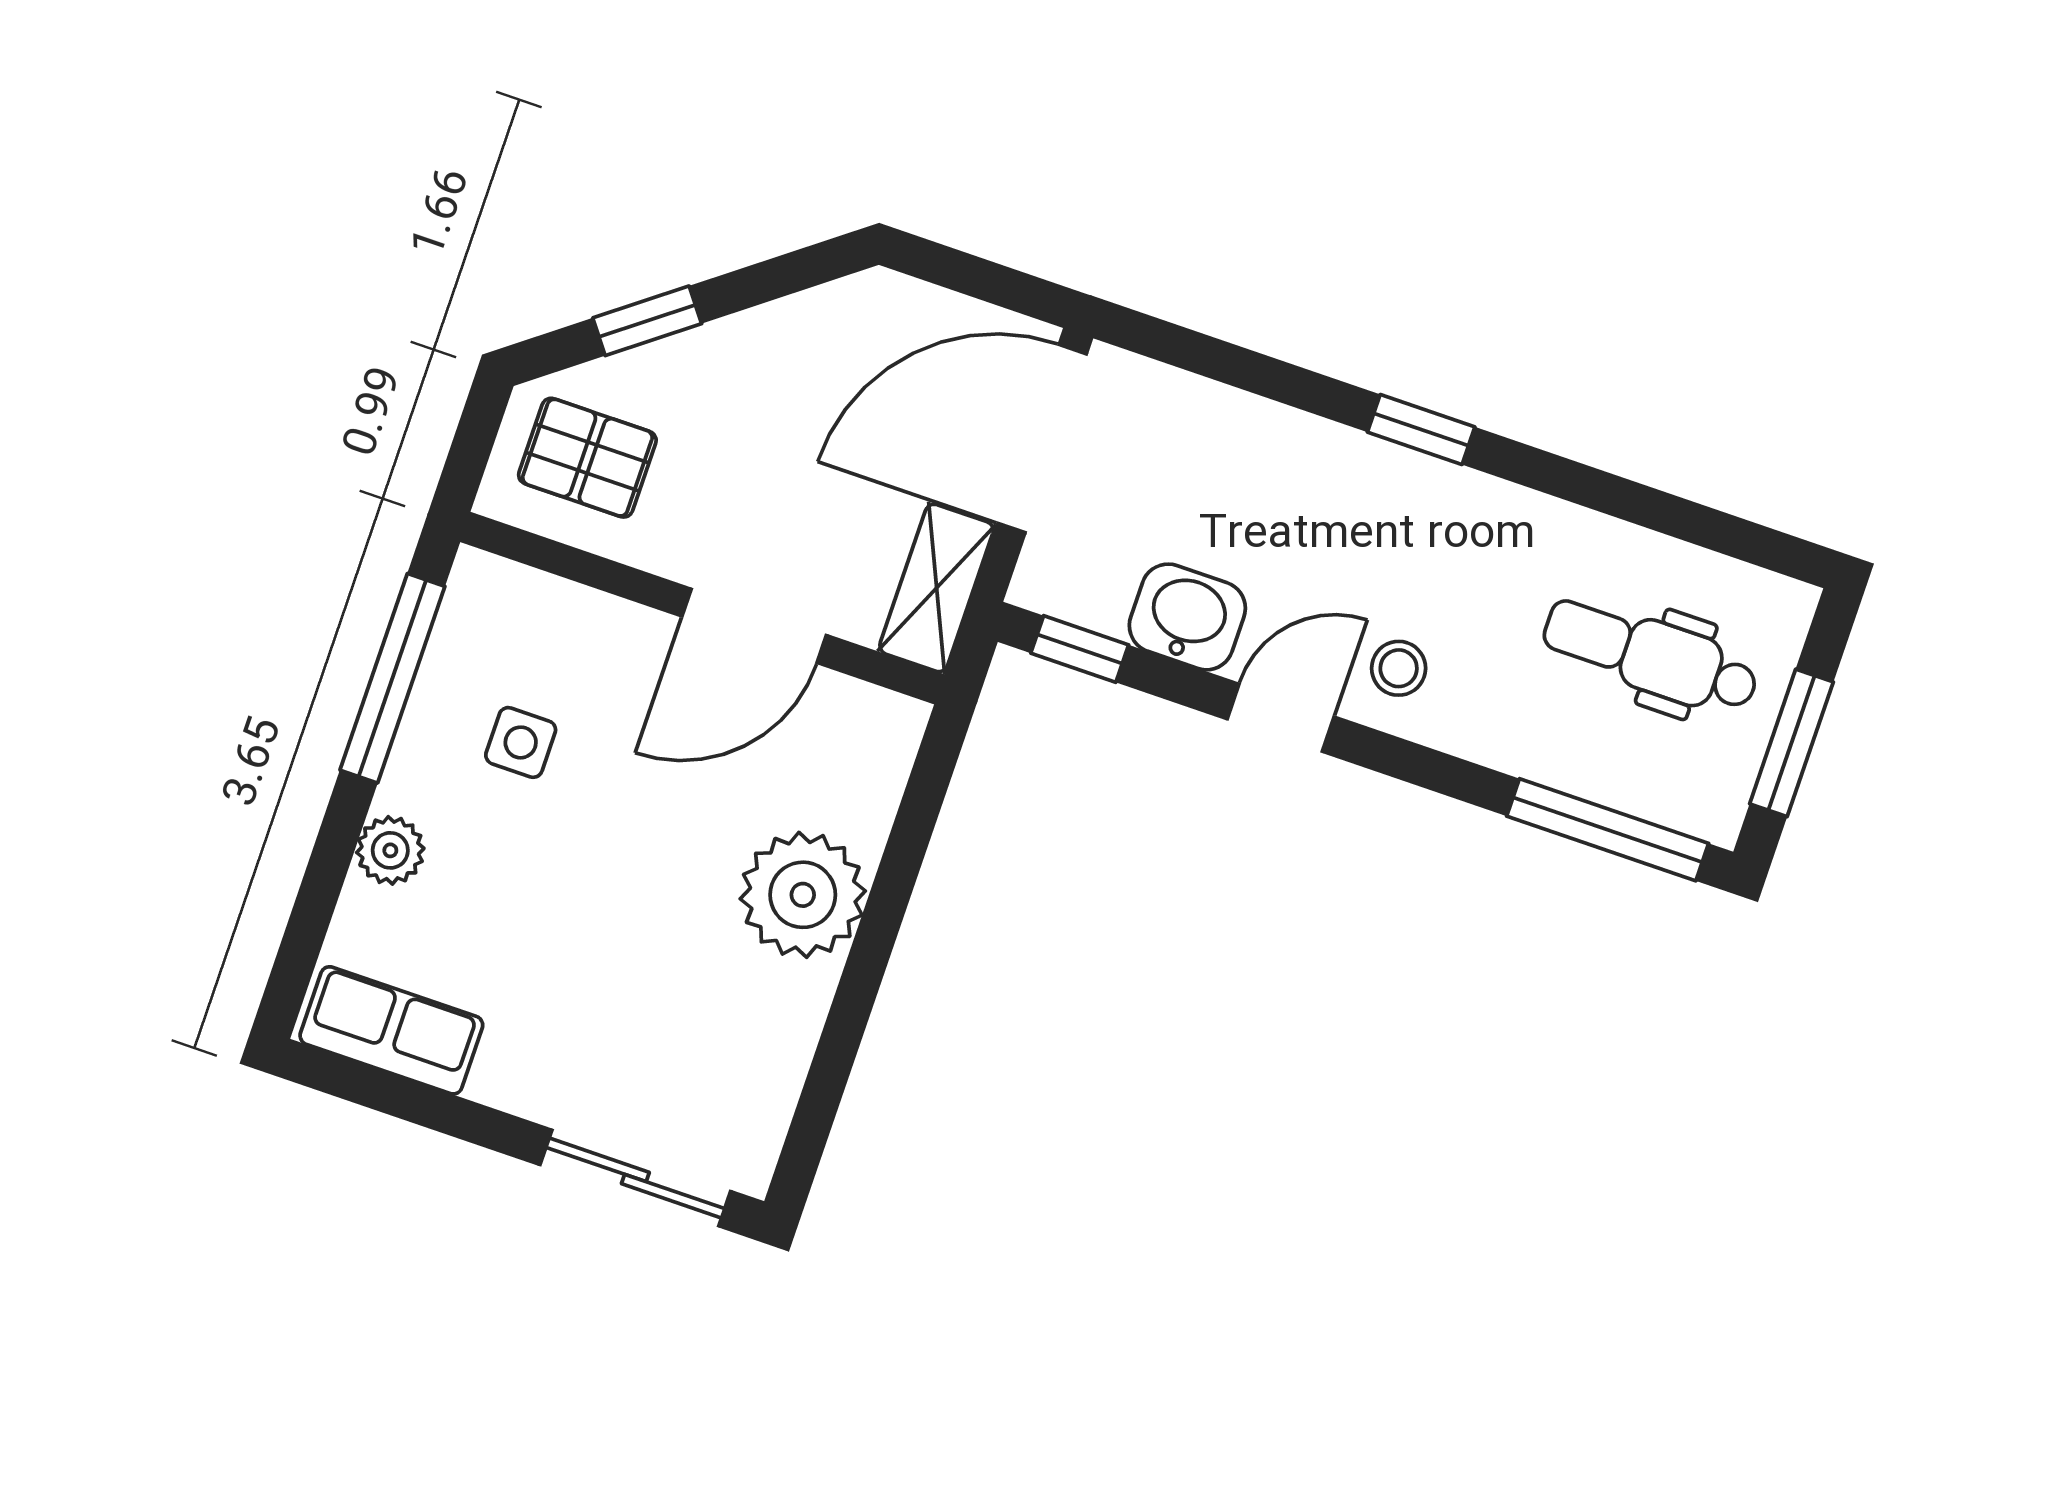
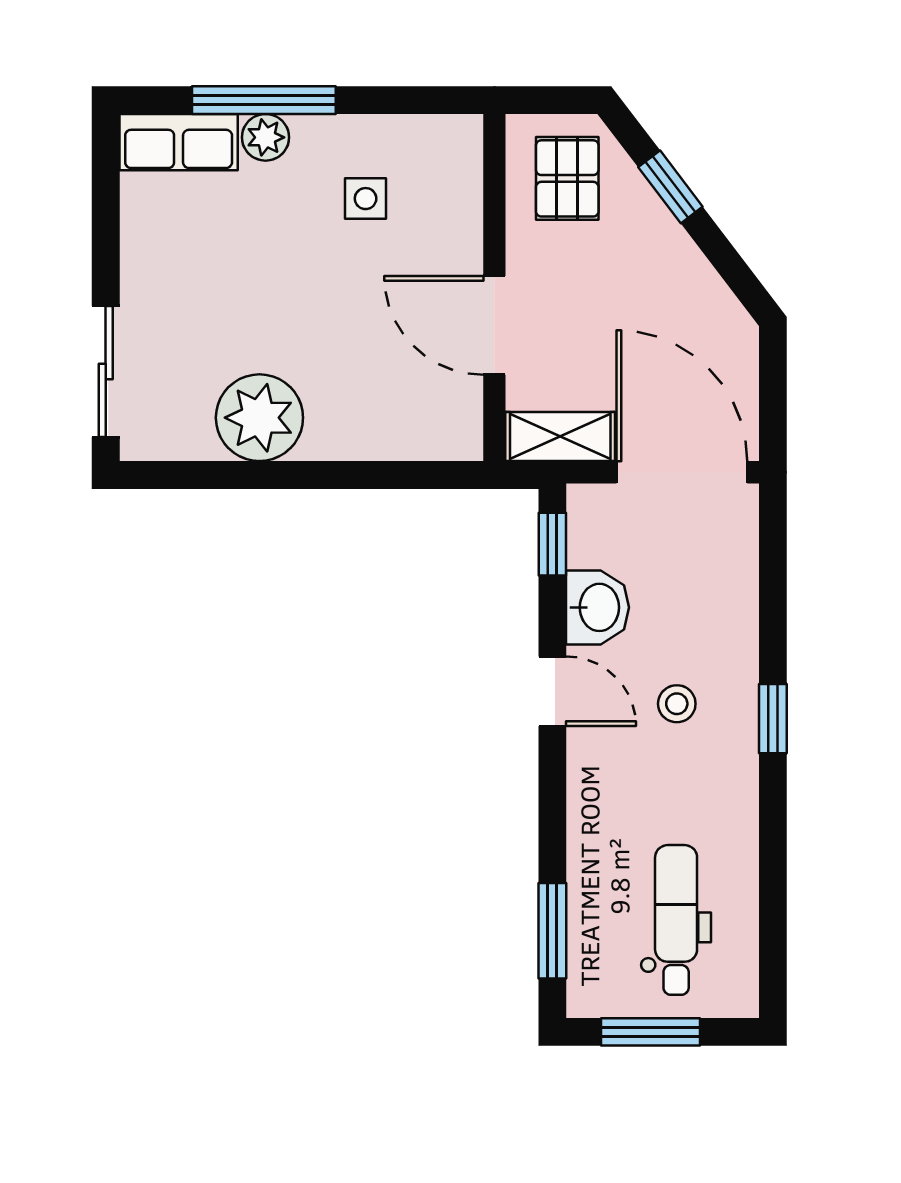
stool: (1399, 668) -> (677, 704), moved
window: (392, 678) -> (264, 100), moved
window: (1608, 830) -> (552, 931), width x0.69
plant: (803, 895) -> (259, 418), moved
row of seats: (391, 1030) -> (179, 142), moved, turned 90

